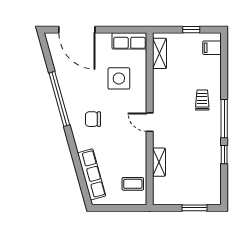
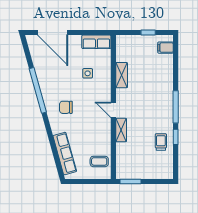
shelving: (159, 53) -> (122, 75), moved
side table: (119, 78) -> (88, 73), width x0.54, depth x0.54
trolley: (202, 100) -> (161, 142), moved
shelving: (159, 162) -> (121, 130), moved
window: (195, 208) -> (130, 182), moved

